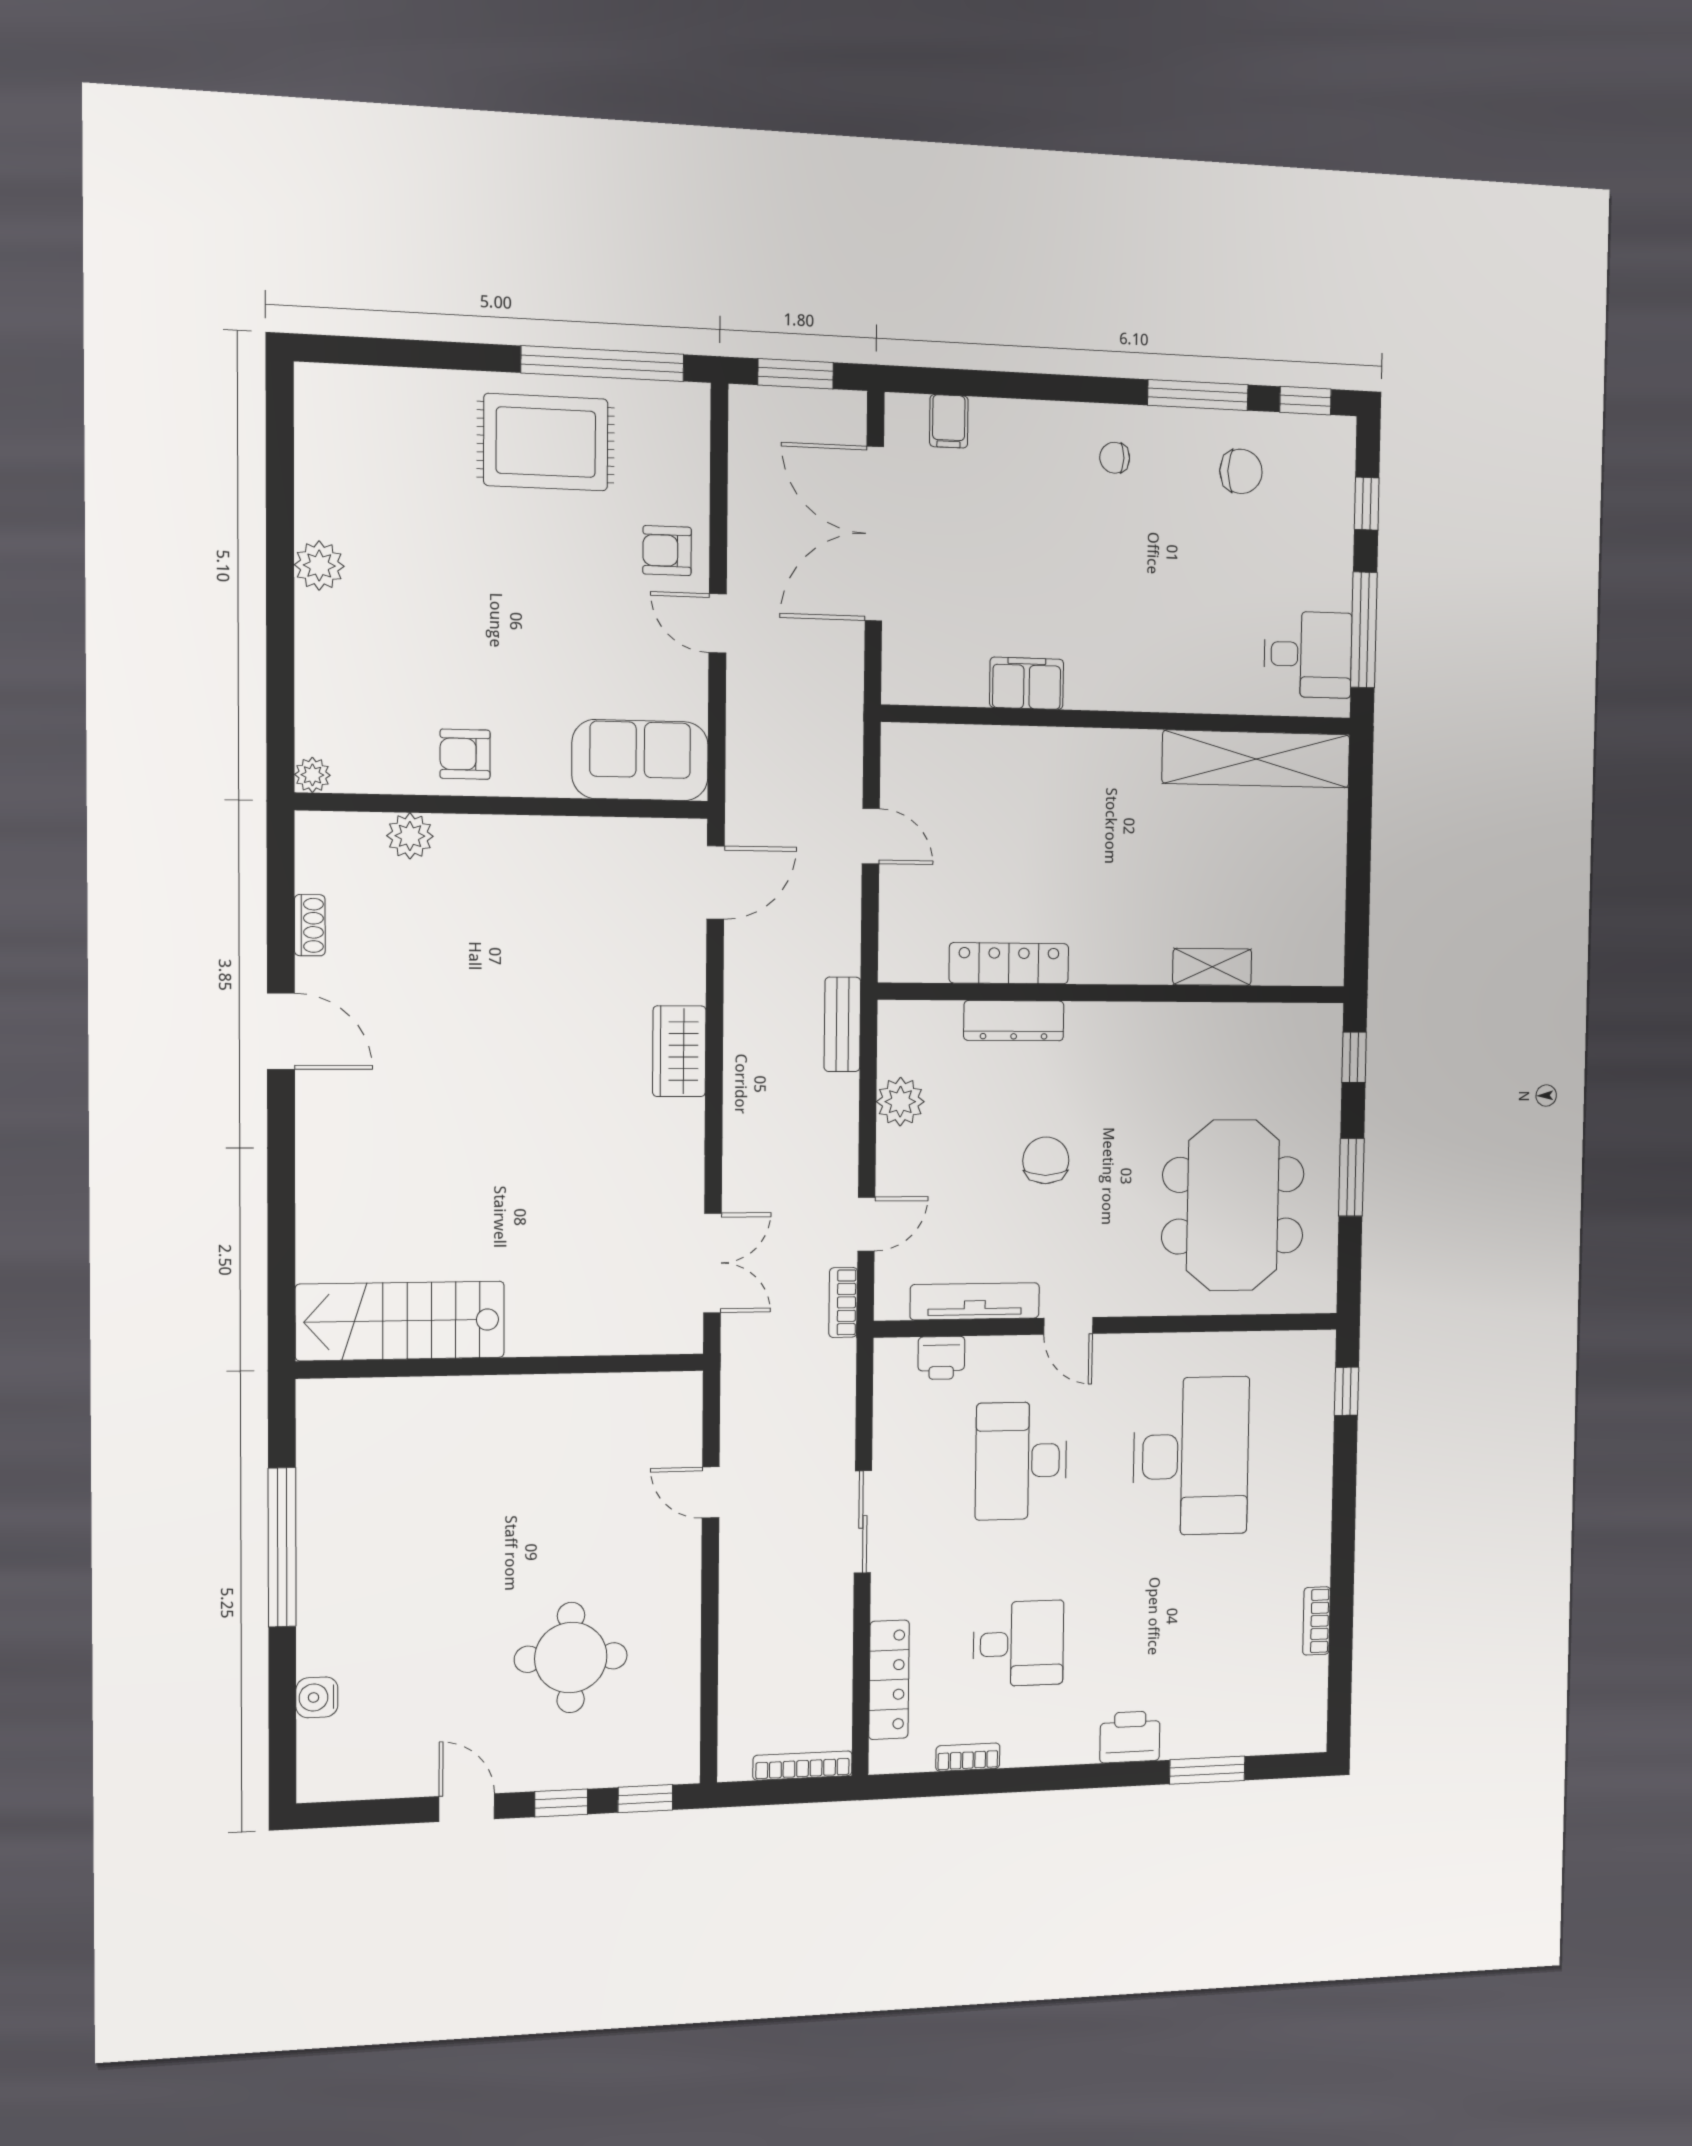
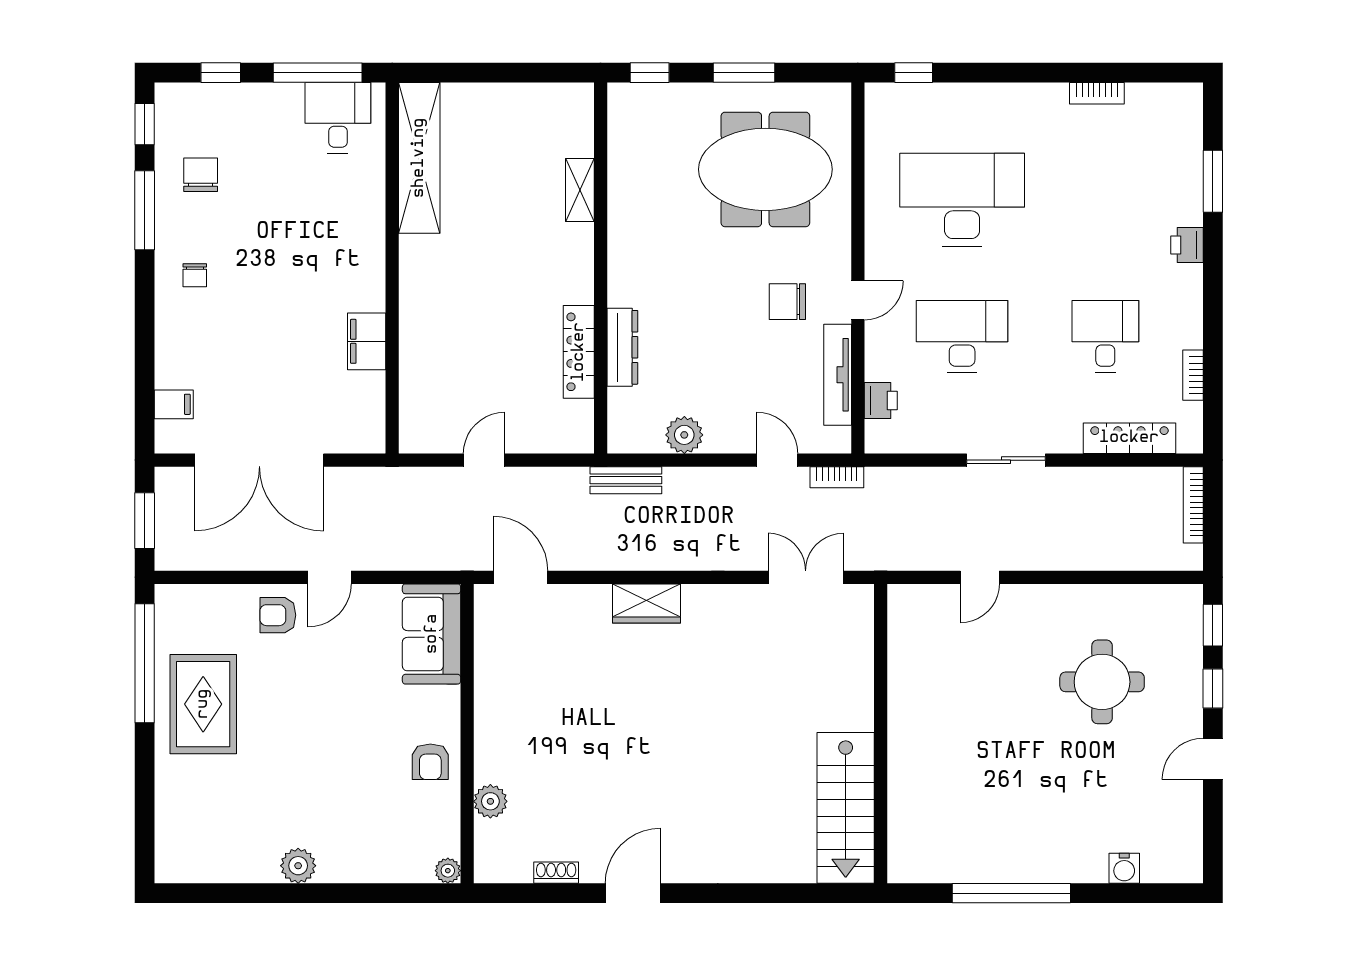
armchair: (667, 551) -> (278, 615), turned 90
chair: (1046, 1160) -> (787, 302), moved
desk: (1021, 1461) -> (962, 336), turned 180
printer: (1130, 1737) -> (1187, 245), width x0.73, depth x0.81

